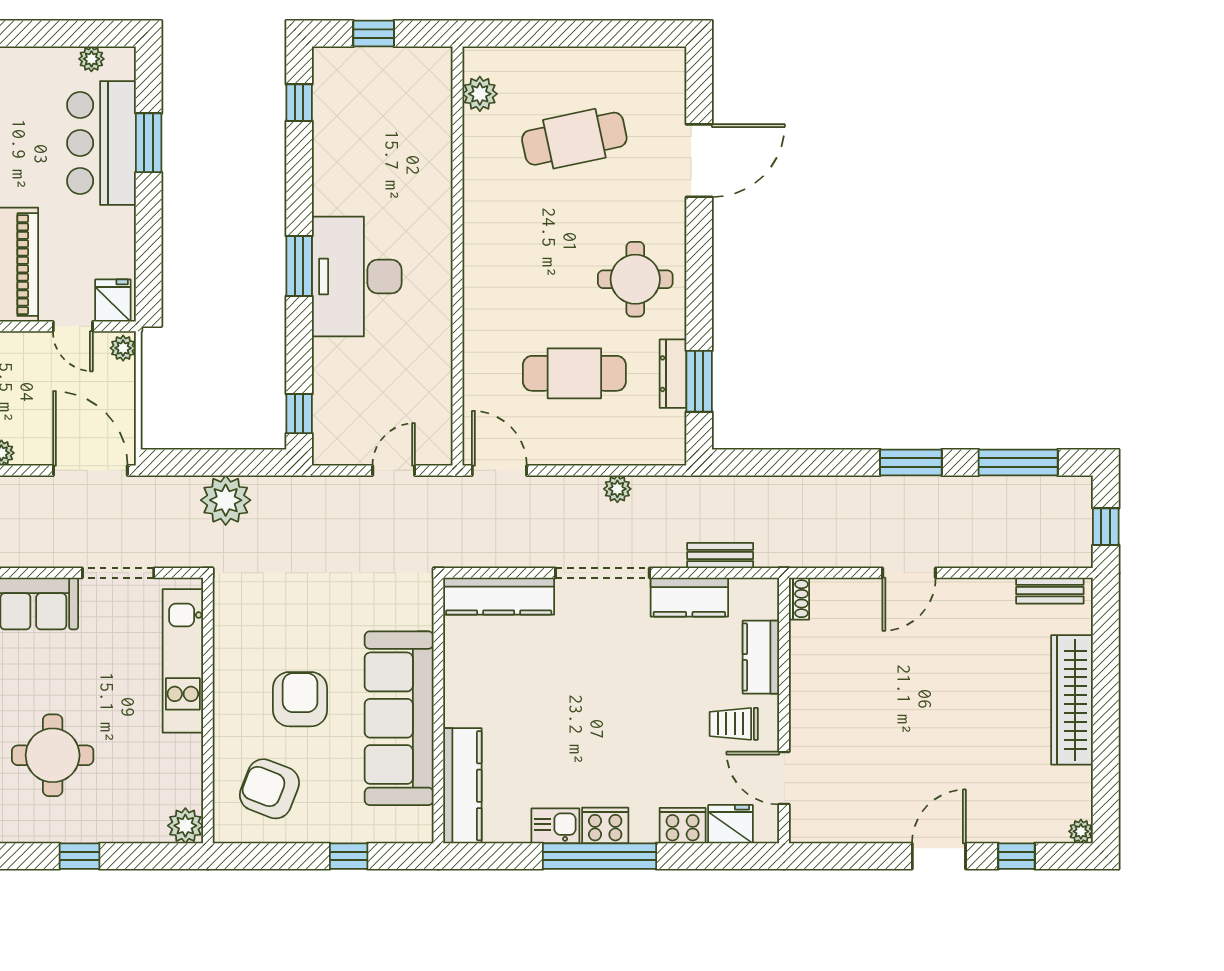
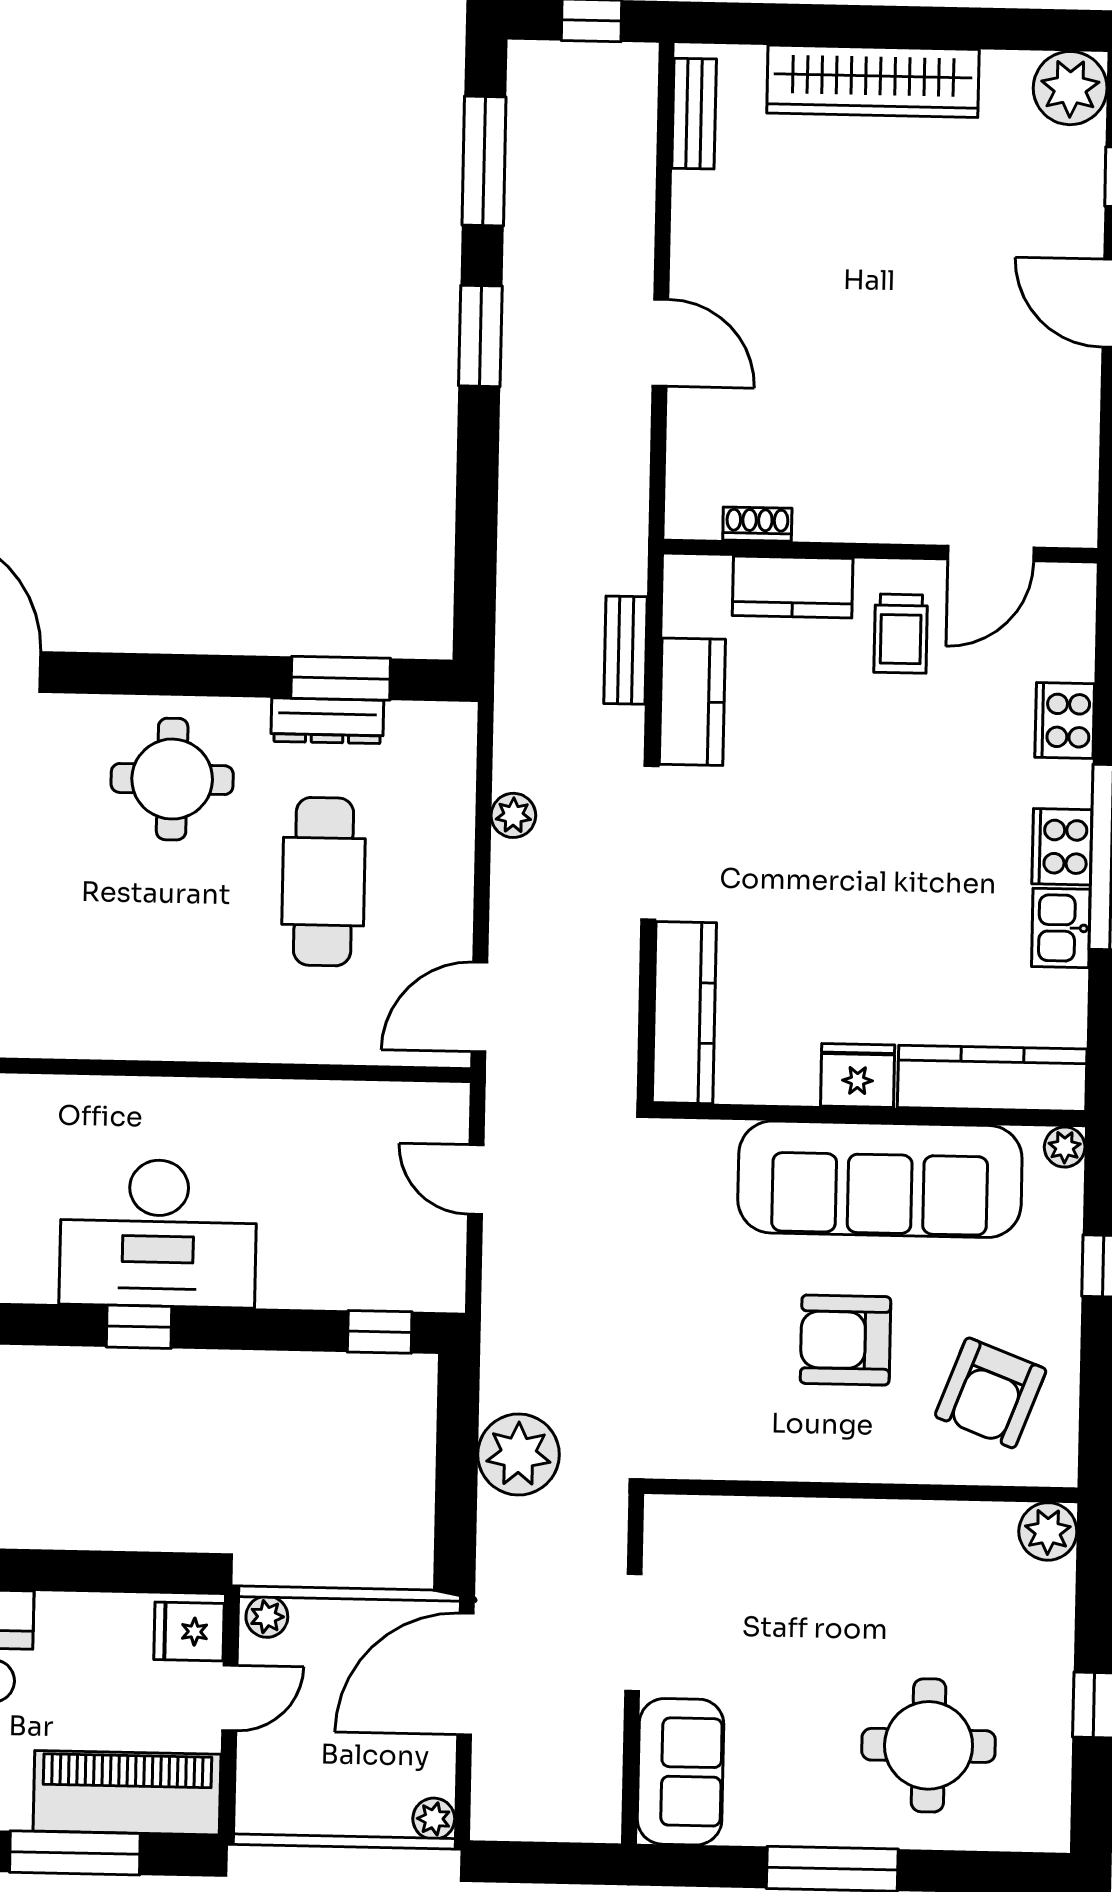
window: (299, 266) -> (139, 1327), width x0.67
shoe rack: (799, 599) -> (757, 524), moved
kitchen unit: (183, 661) -> (779, 1530), removed
fridge: (730, 824) -> (858, 1076), moved, turned 90
plant: (421, 831) -> (1065, 1147), added
plant: (1081, 831) -> (1070, 88), width x1.87, depth x1.87

